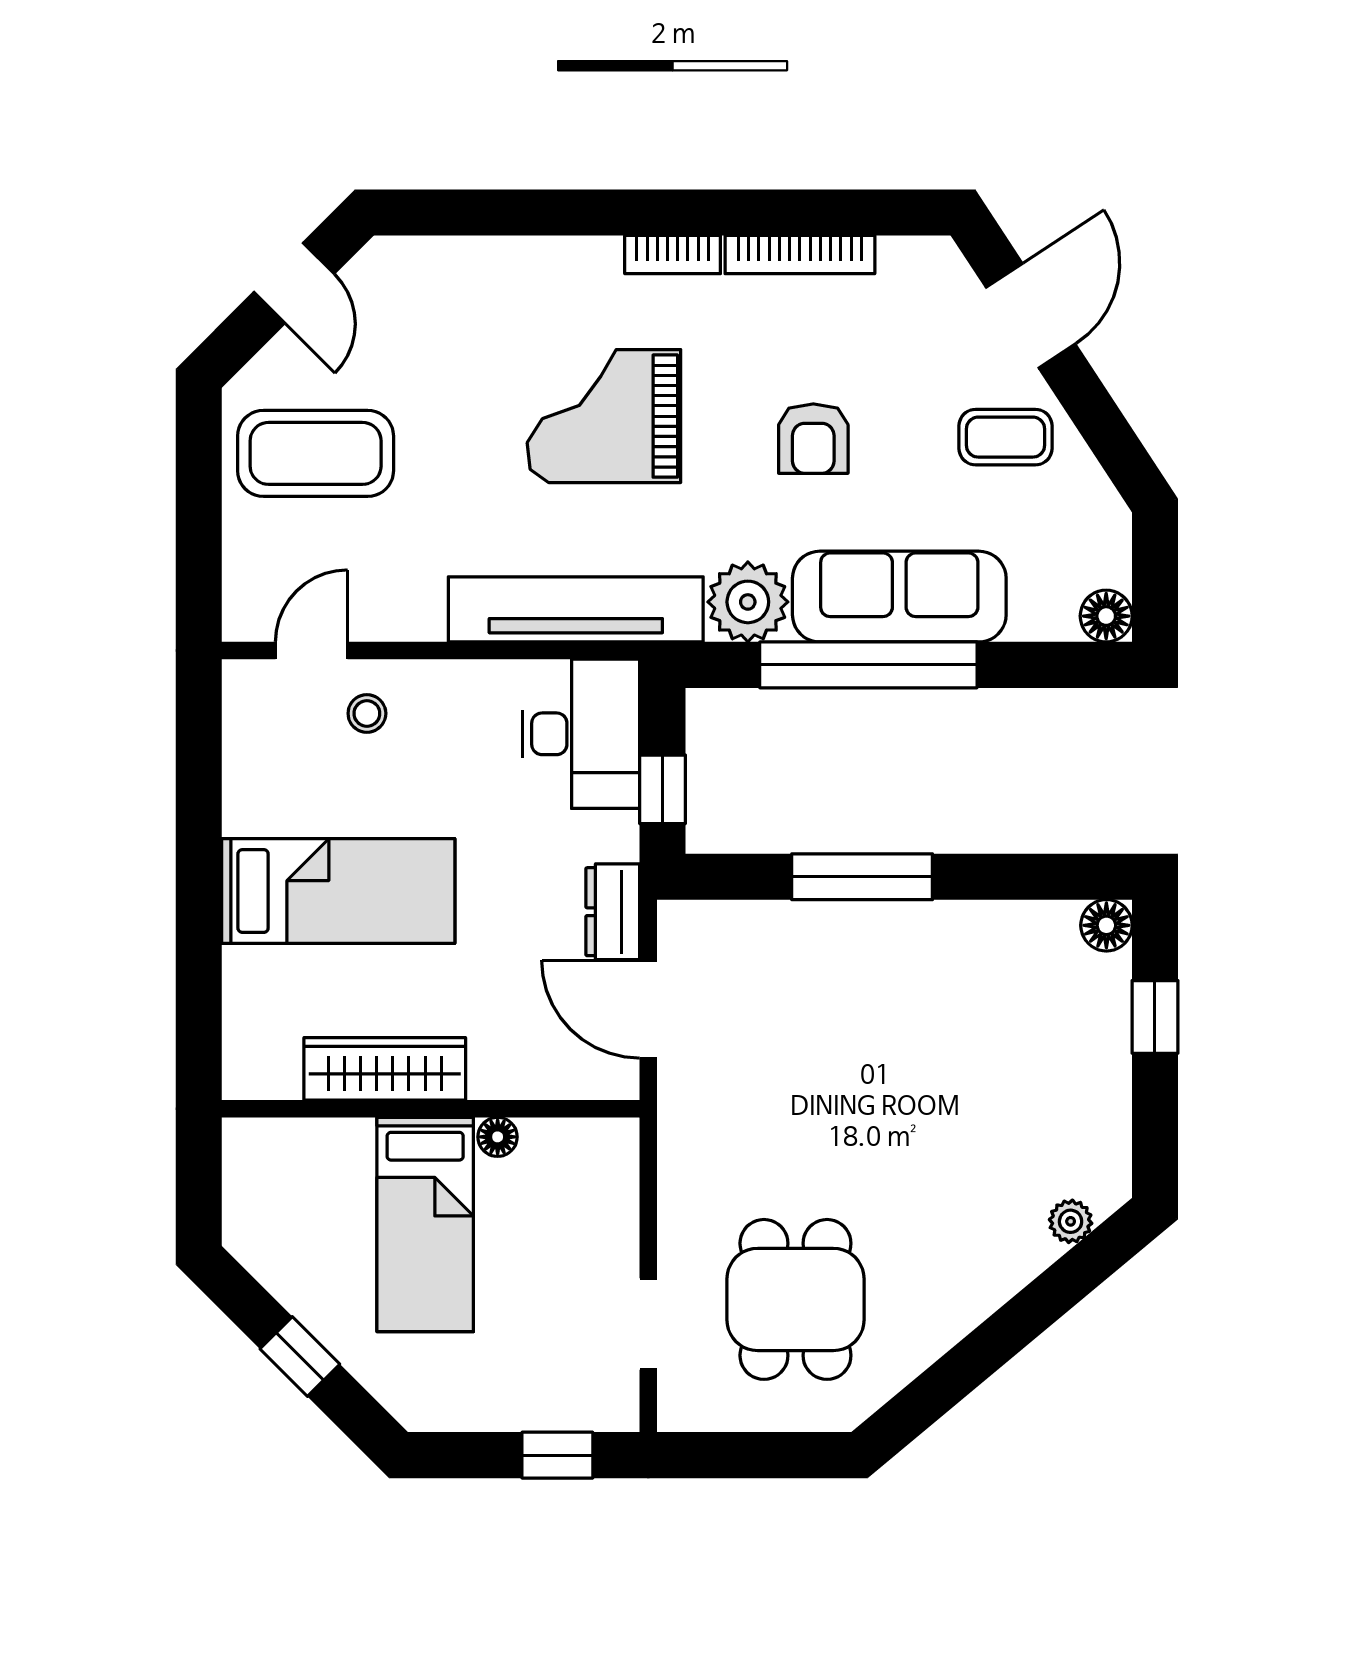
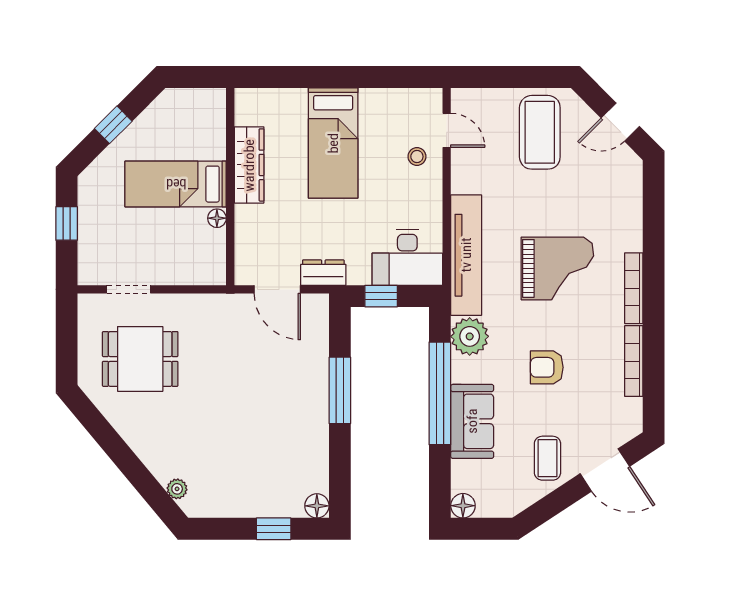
bookcase: (673, 255) -> (634, 288), width x1.56
grand piano: (604, 416) -> (557, 268), turned 90
sofa: (899, 597) -> (472, 421), width x0.73
door: (648, 1009) -> (277, 289), swing flipped
window: (557, 1455) -> (67, 223), moved

